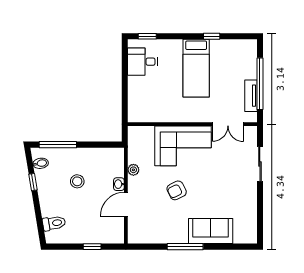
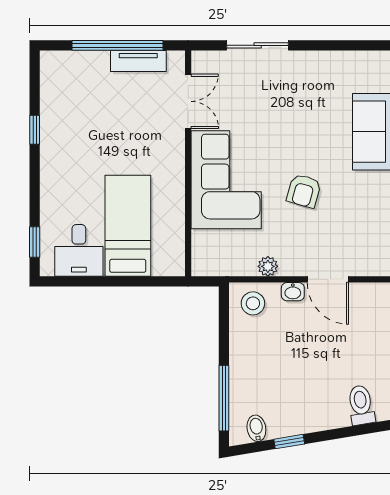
bed: (196, 68) -> (128, 226), moved, turned -90
stool: (77, 181) -> (253, 303), moved
armchair: (177, 190) -> (304, 191), turned 42

